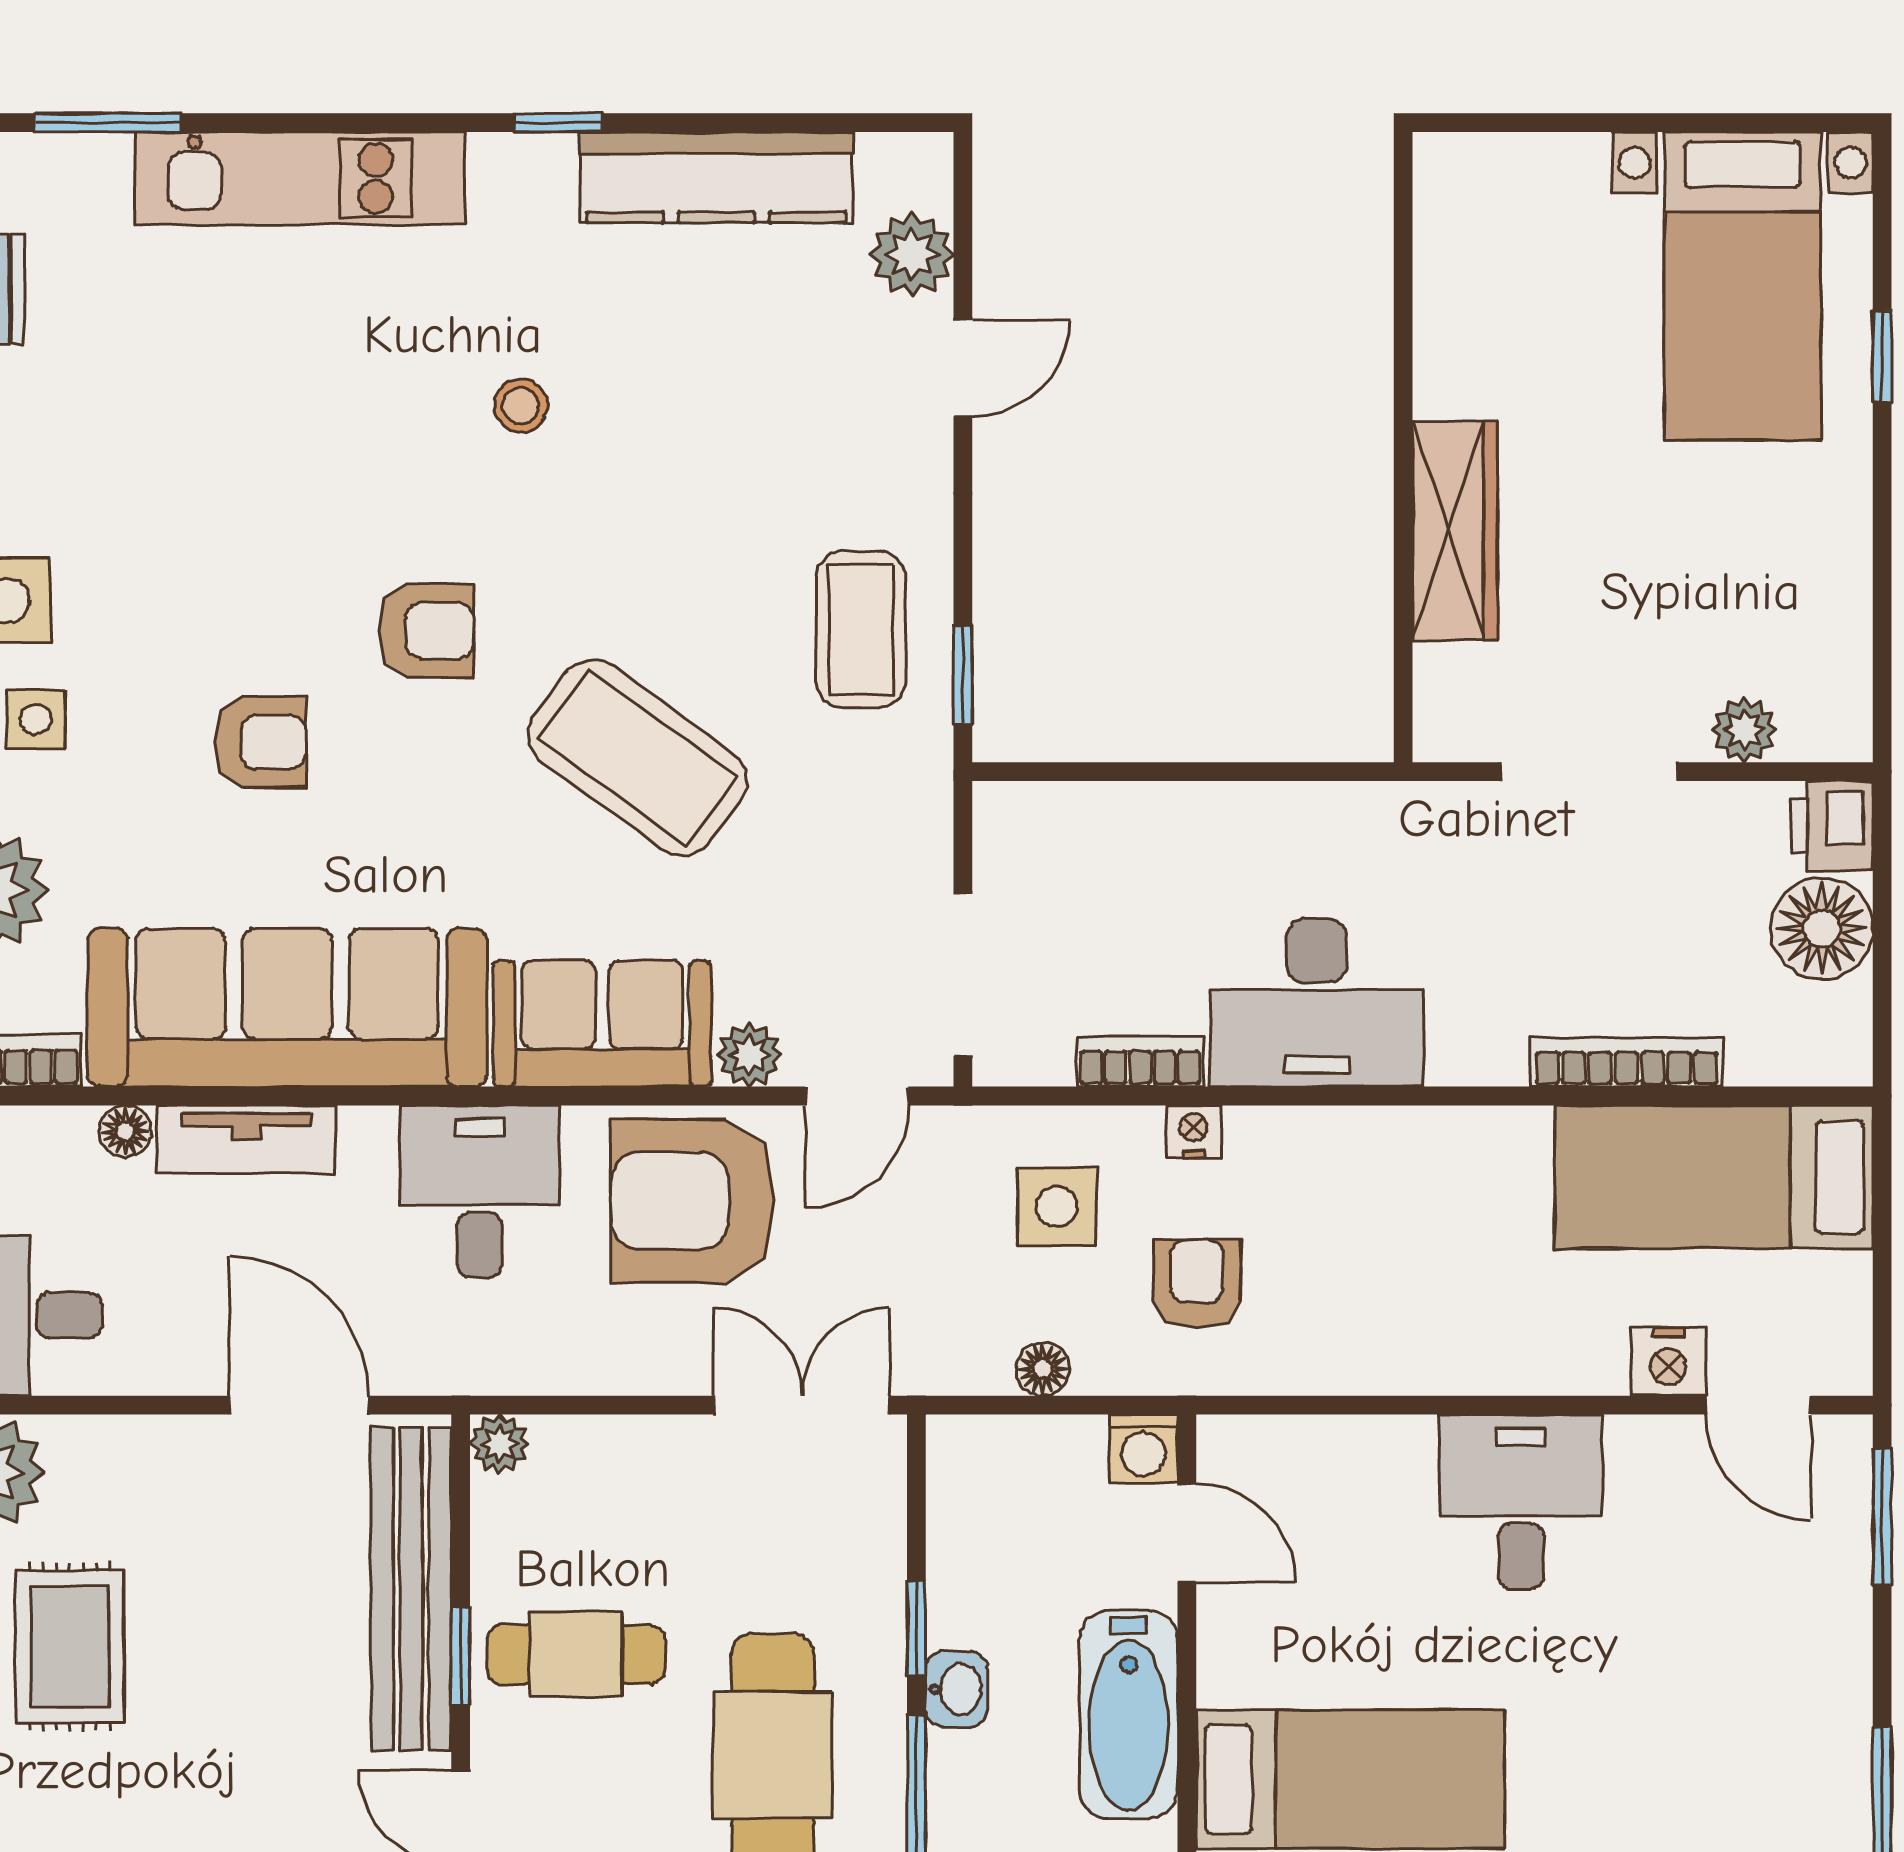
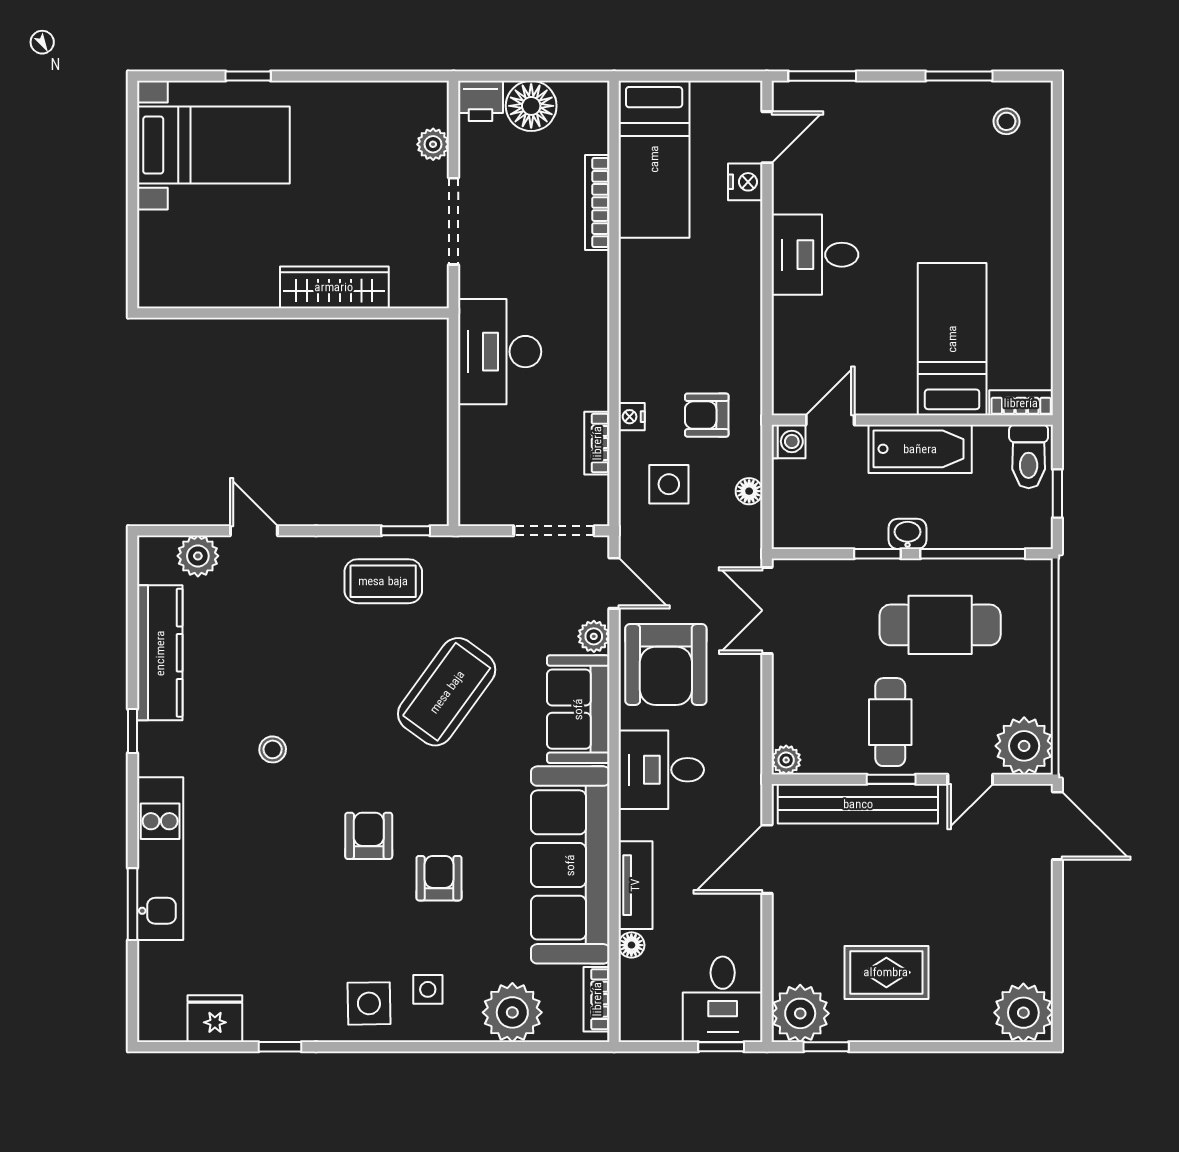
window: (108, 123) -> (133, 904), moved
armchair: (426, 631) -> (369, 836), moved
desk: (1317, 1003) -> (500, 352), moved, turned 180

